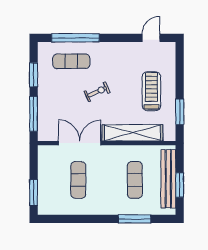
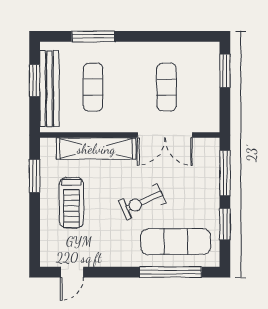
exercise mat: (71, 61) -> (176, 242), width x1.36, depth x1.45
exercise bike: (97, 92) -> (142, 202), width x1.38, depth x1.39

